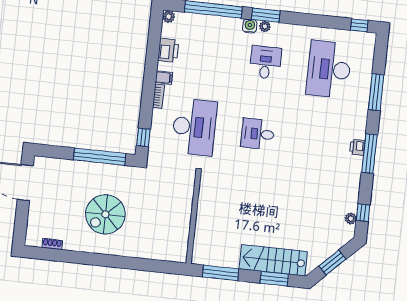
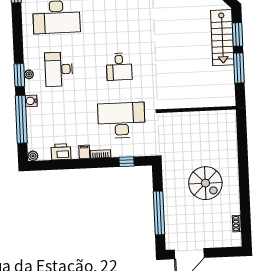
water cooler: (250, 26) -> (31, 101), moved
desk: (265, 62) -> (59, 69), width x1.37
window: (143, 137) -> (127, 162), moved
window: (100, 157) -> (159, 213), moved
window: (221, 273) -> (239, 68), moved

